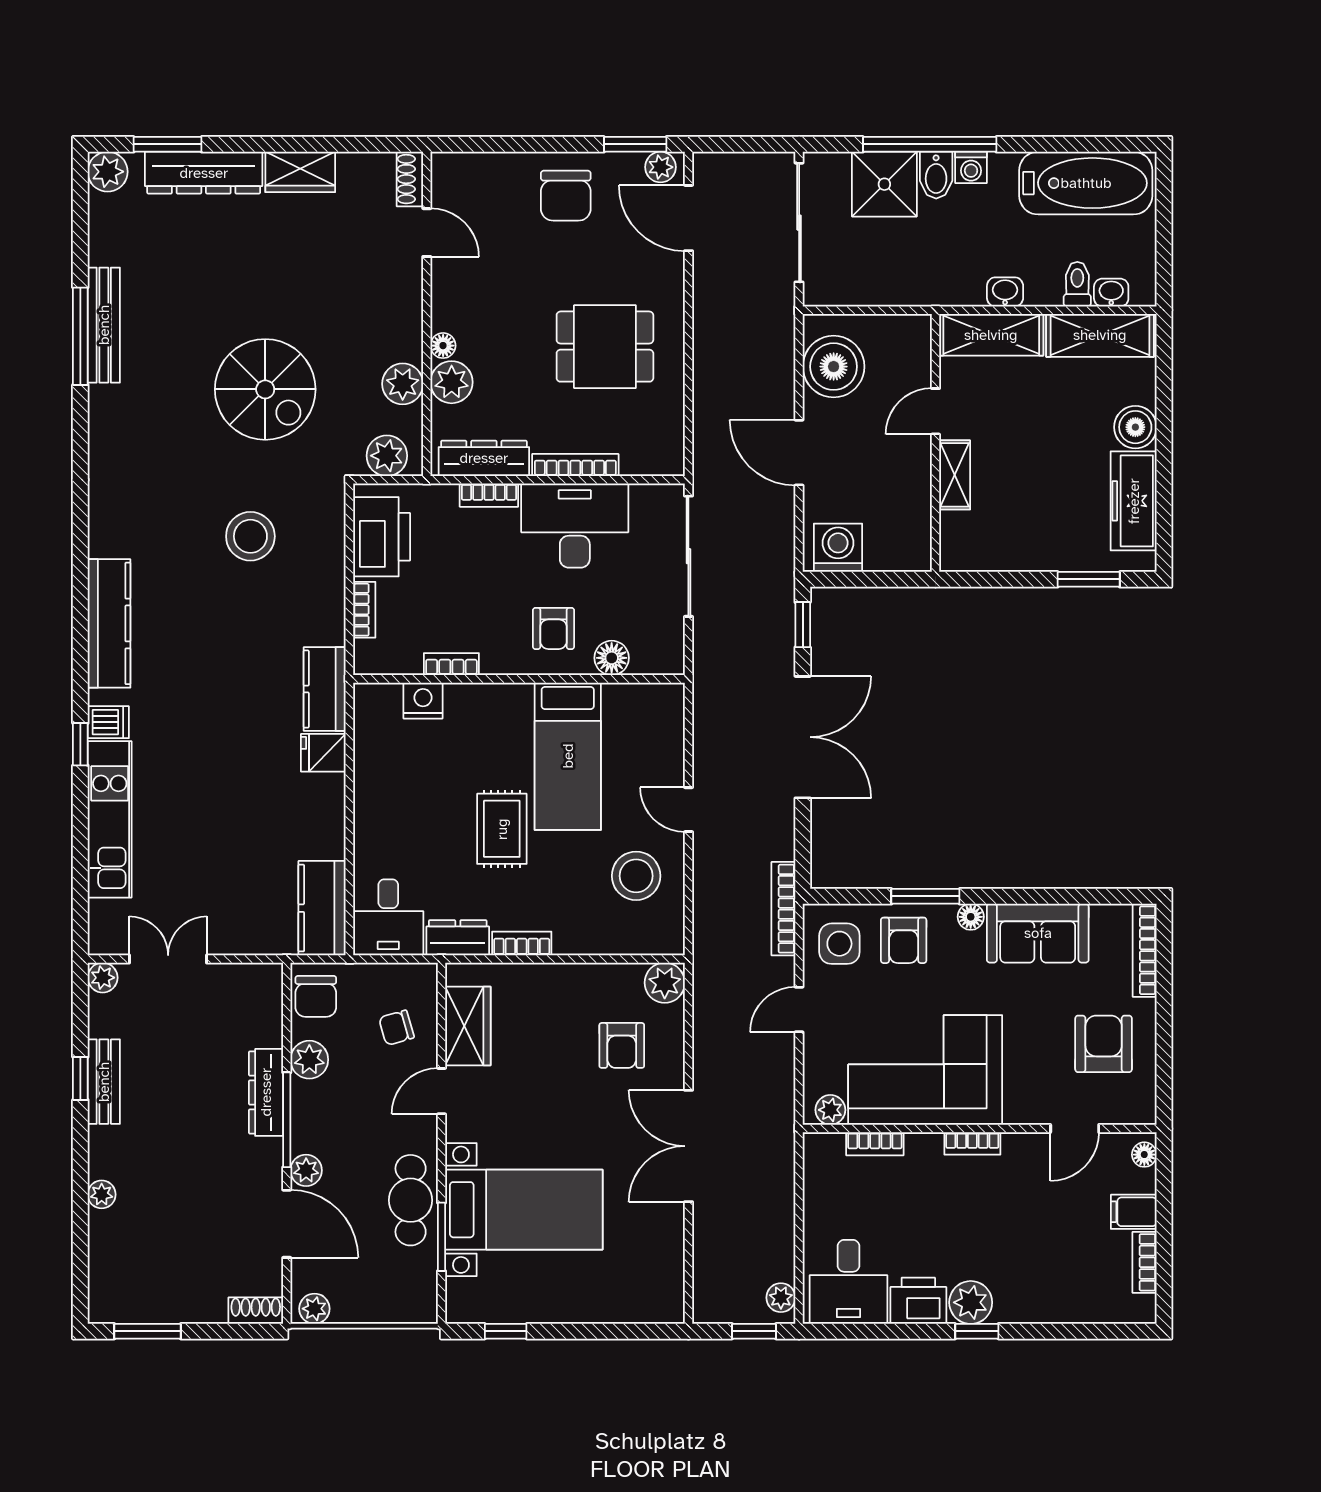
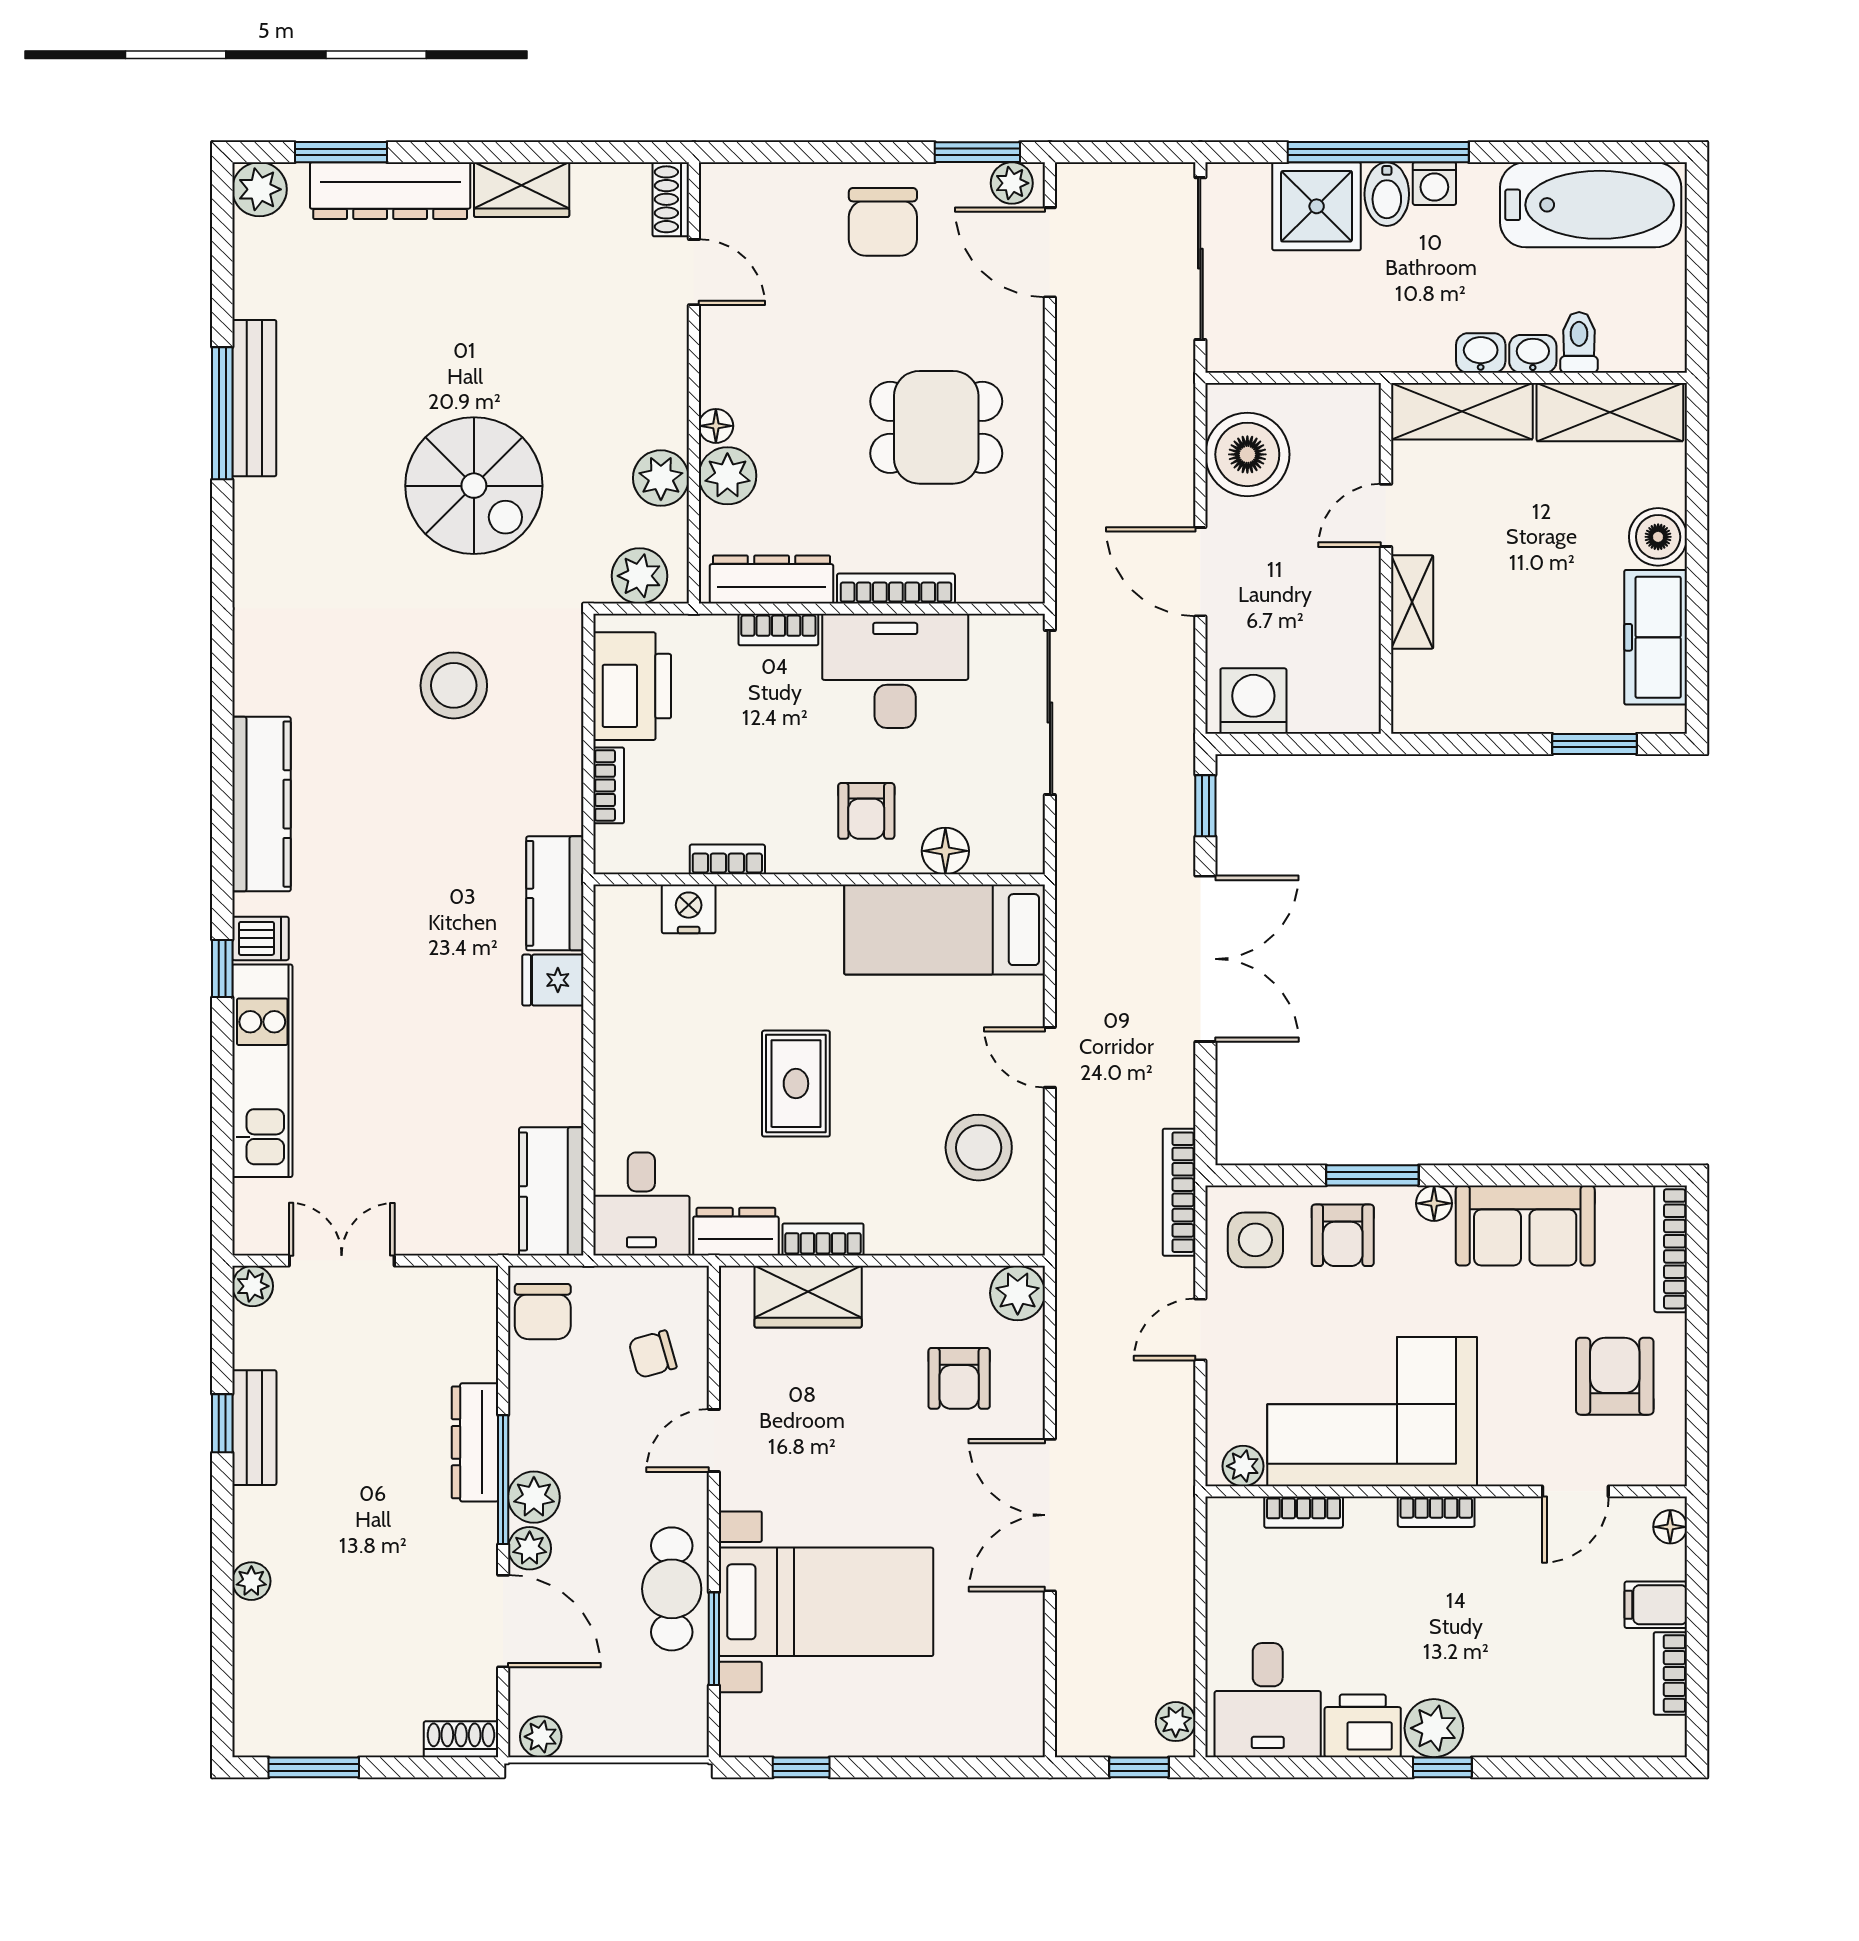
washbasin: (1111, 293) -> (1533, 354), moved
bed: (568, 756) -> (945, 930), moved, turned 90
wardrobe: (468, 1026) -> (808, 1297), moved, turned 90
plant: (309, 1060) -> (534, 1497), moved

